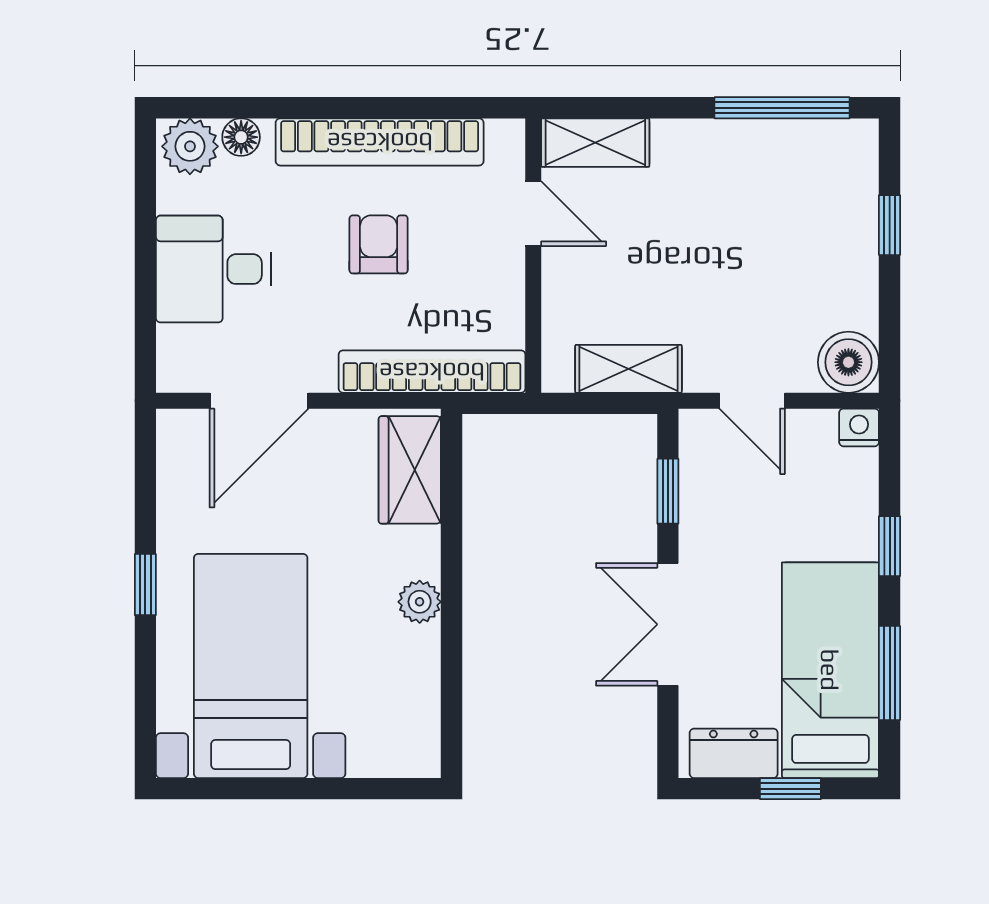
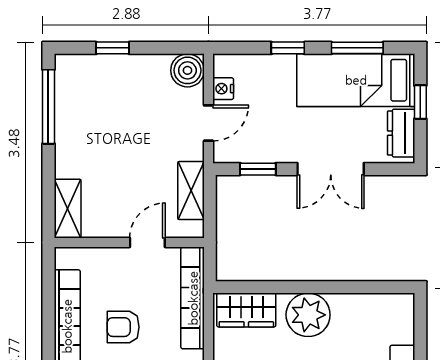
door: (533, 214) -> (147, 243), moved
nightstand: (859, 427) -> (223, 89), moved
plant: (420, 602) -> (308, 315), width x1.87, depth x1.87

